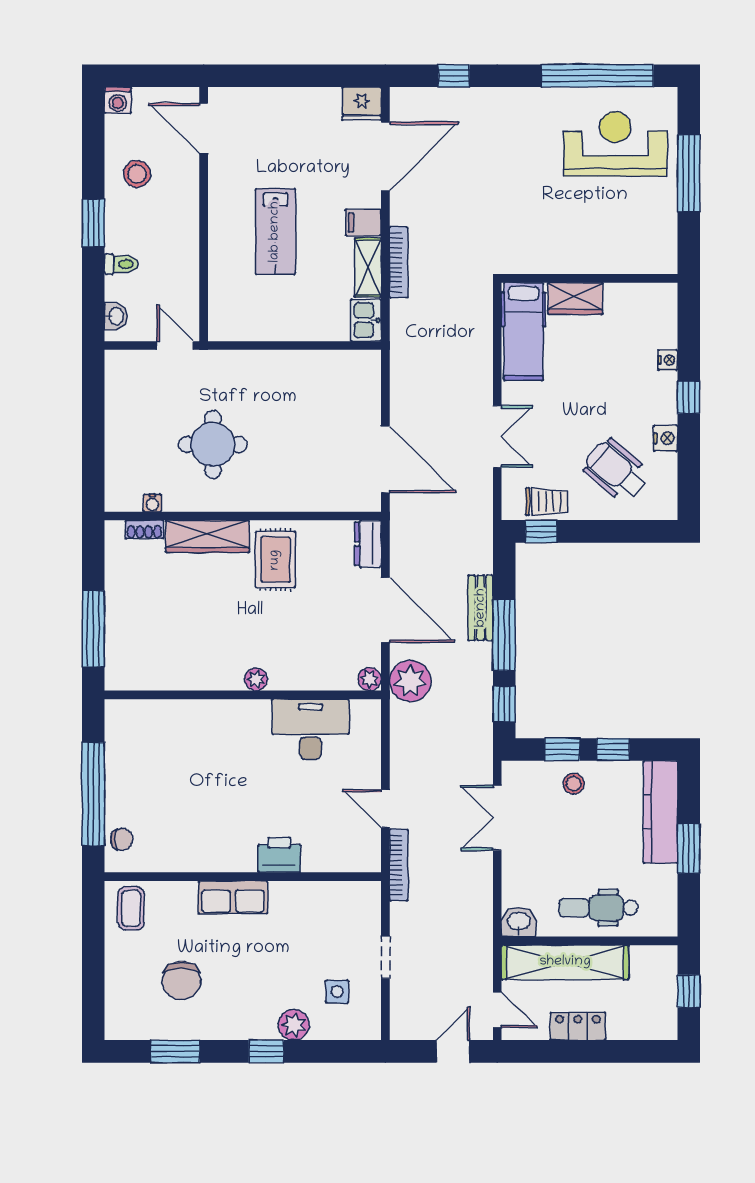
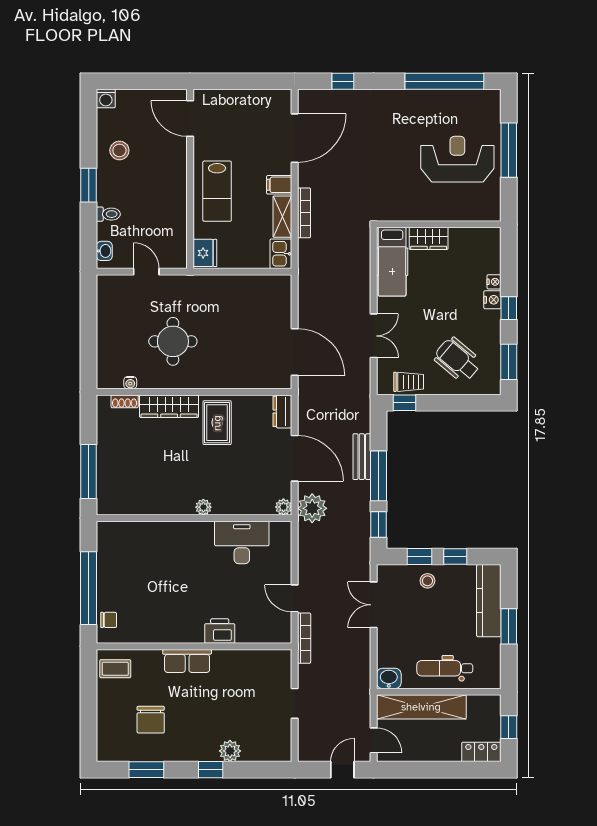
fridge: (362, 104) -> (205, 253), moved, turned -90
door: (204, 129) -> (190, 118), moved
reception desk: (615, 144) -> (457, 159), moved
wall: (204, 214) -> (190, 179), moved
nightstand: (666, 438) -> (492, 300), moved
window: (689, 474) -> (509, 362), added
coffee table: (131, 908) -> (115, 669), turned 90
side table: (337, 991) -> (261, 727), removed
locker: (578, 1026) -> (481, 752), moved

